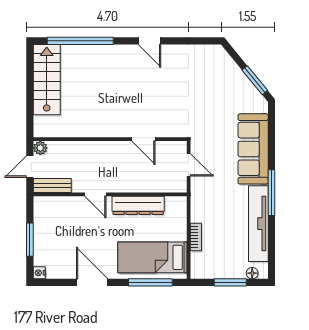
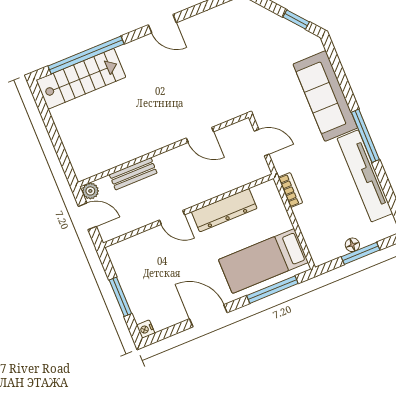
stairs: (47, 80) -> (81, 79), moved, turned 90
window: (255, 80) -> (296, 19), width x0.67
door: (30, 167) -> (87, 216), swing flipped
bench: (52, 185) -> (133, 174), moved
bookcase: (196, 237) -> (290, 190), moved
floor lamp: (252, 273) -> (352, 245), moved

